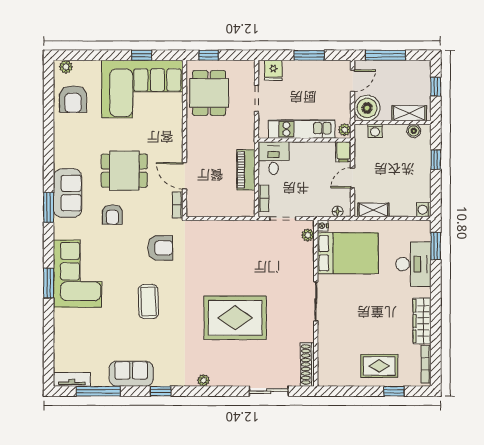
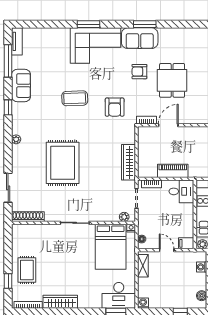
sofa: (68, 193) -> (140, 38), moved
wardrobe: (234, 229) -> (128, 162), added
desk: (413, 264) -> (119, 295), moved

